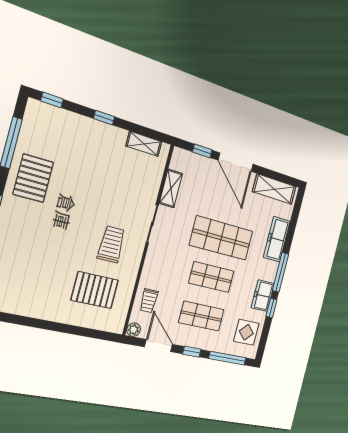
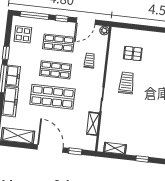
trolley: (111, 244) -> (127, 83), turned 180
pallet: (95, 290) -> (133, 53), width x0.67, depth x0.71
freezer: (263, 296) -> (13, 76), moved
trolley: (149, 301) -> (89, 61), moved
door: (159, 346) -> (86, 21), hinge flipped

